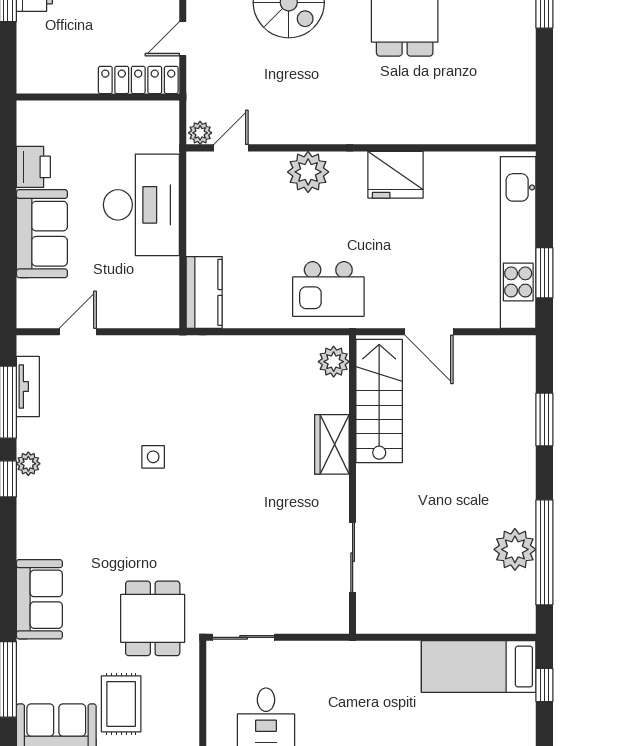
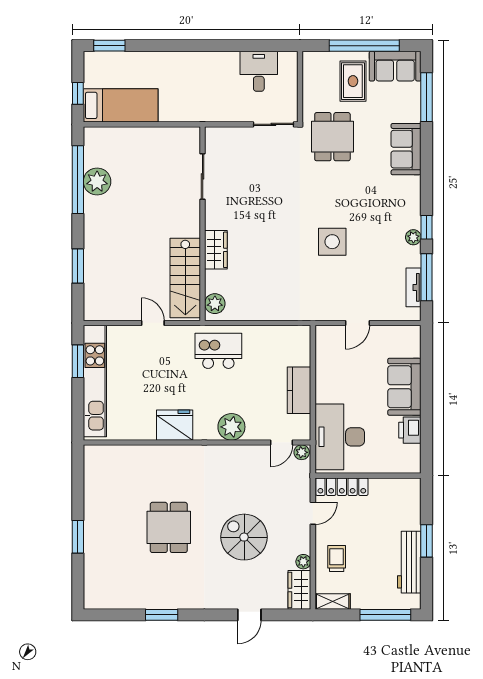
desk: (141, 205) -> (340, 437), moved
kitchen counter: (204, 292) -> (299, 390), moved
door: (78, 332) -> (357, 323), moved
door: (429, 332) -> (153, 323), width x0.73
side table: (153, 457) -> (332, 242), width x1.87, depth x1.87

